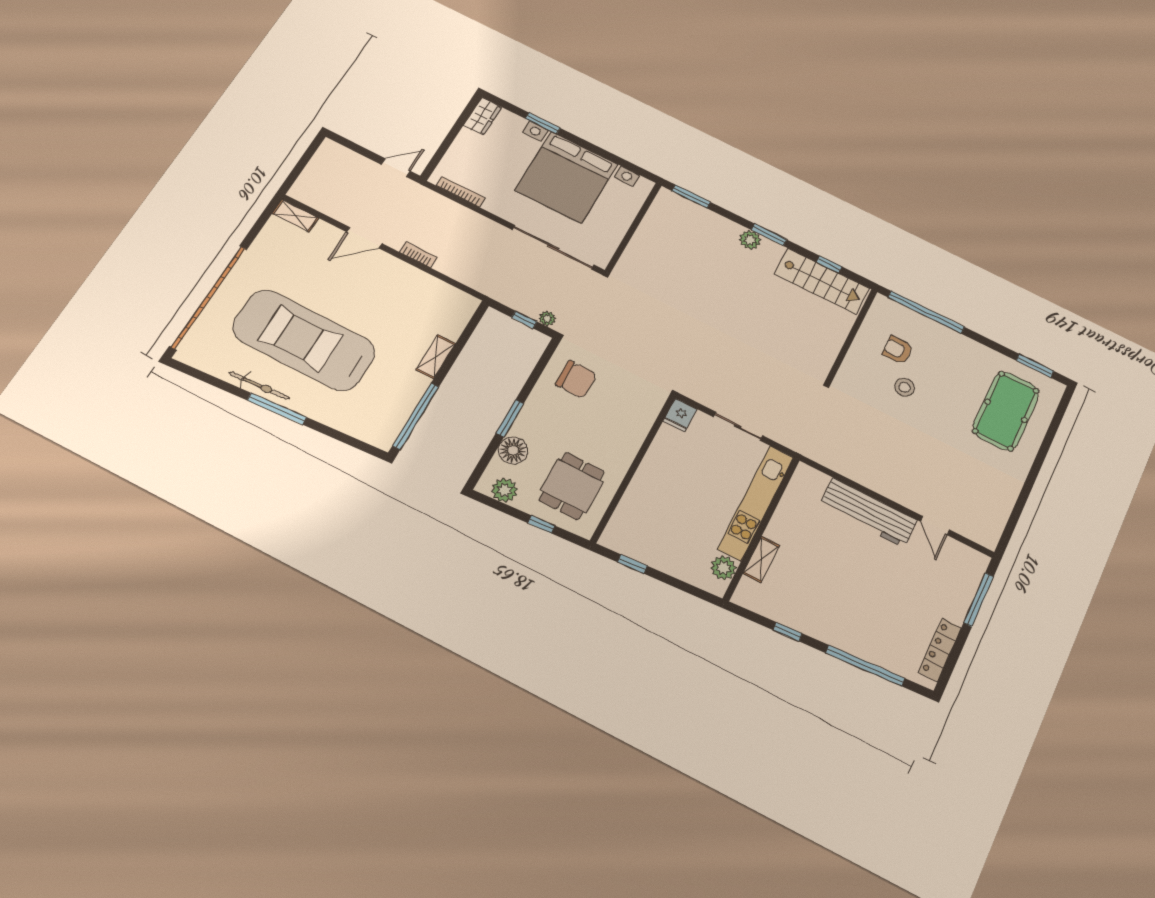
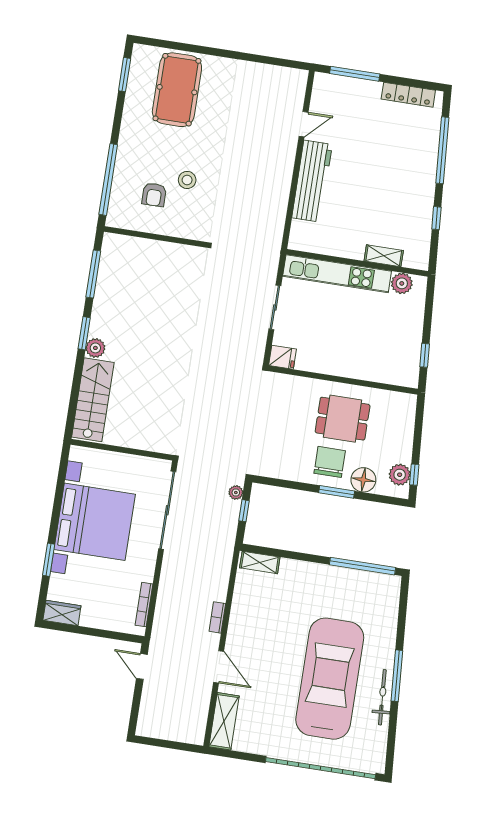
window: (691, 196) -> (72, 410), removed
shelving: (295, 216) -> (224, 721), width x1.50, depth x1.33
window: (829, 264) -> (93, 274), width x2.17
stairs: (822, 281) -> (93, 400), moved
car: (304, 340) -> (330, 679), turned 180
shelving: (436, 357) -> (260, 562), moved
chair: (576, 379) -> (330, 462), moved
pool table: (1006, 411) -> (177, 90), turned 90
dining table: (572, 486) -> (343, 419), moved
window: (541, 524) -> (414, 475), moved

